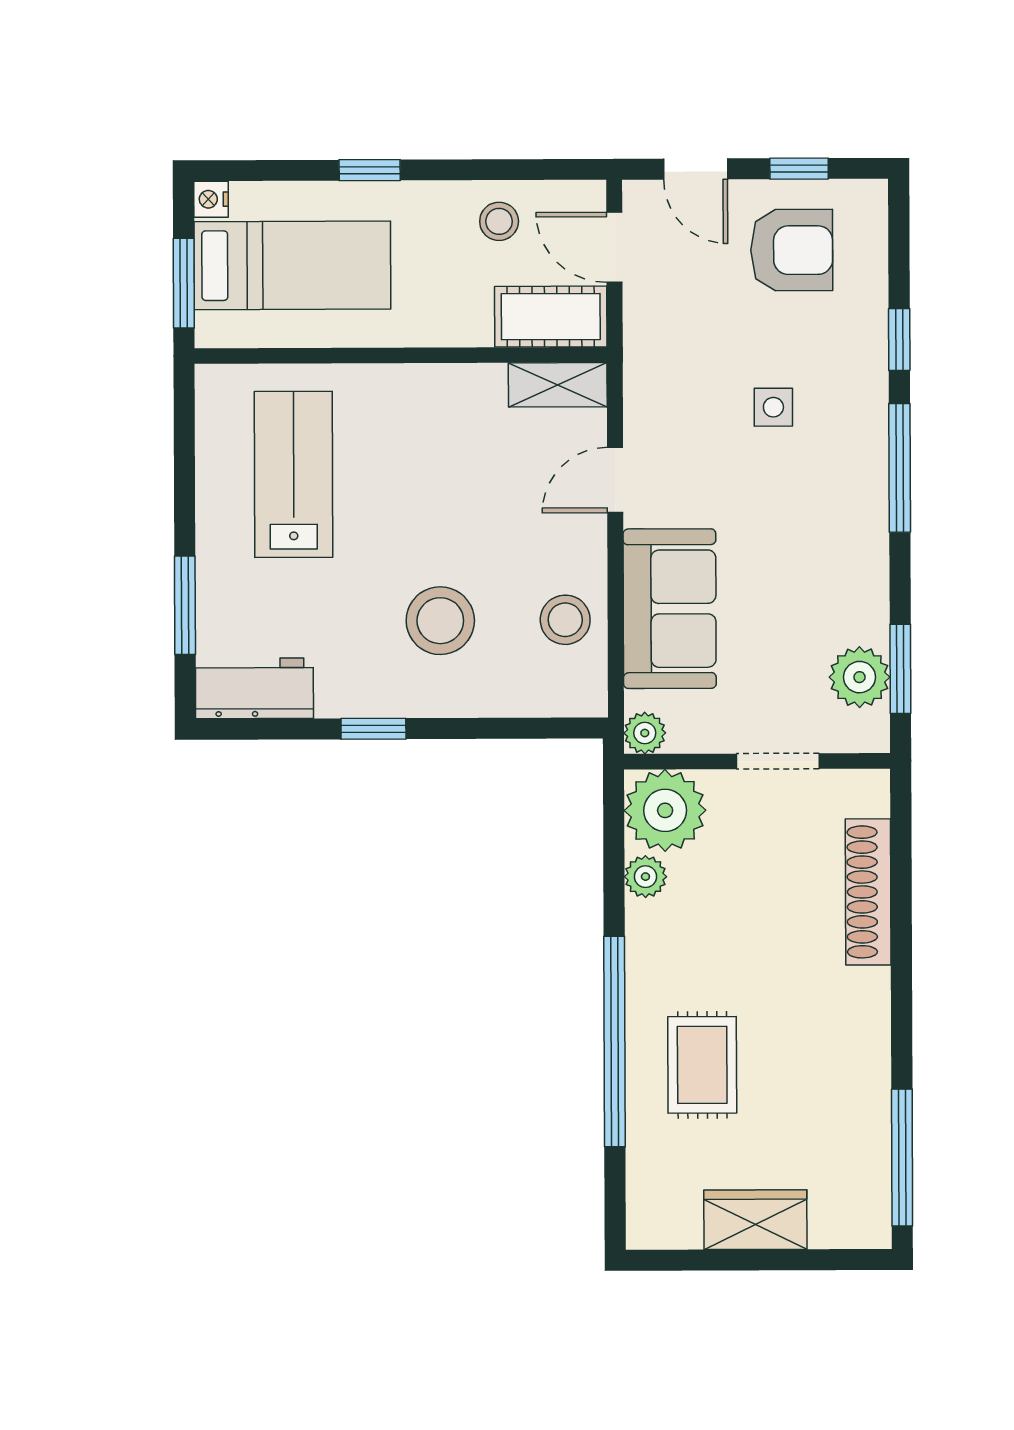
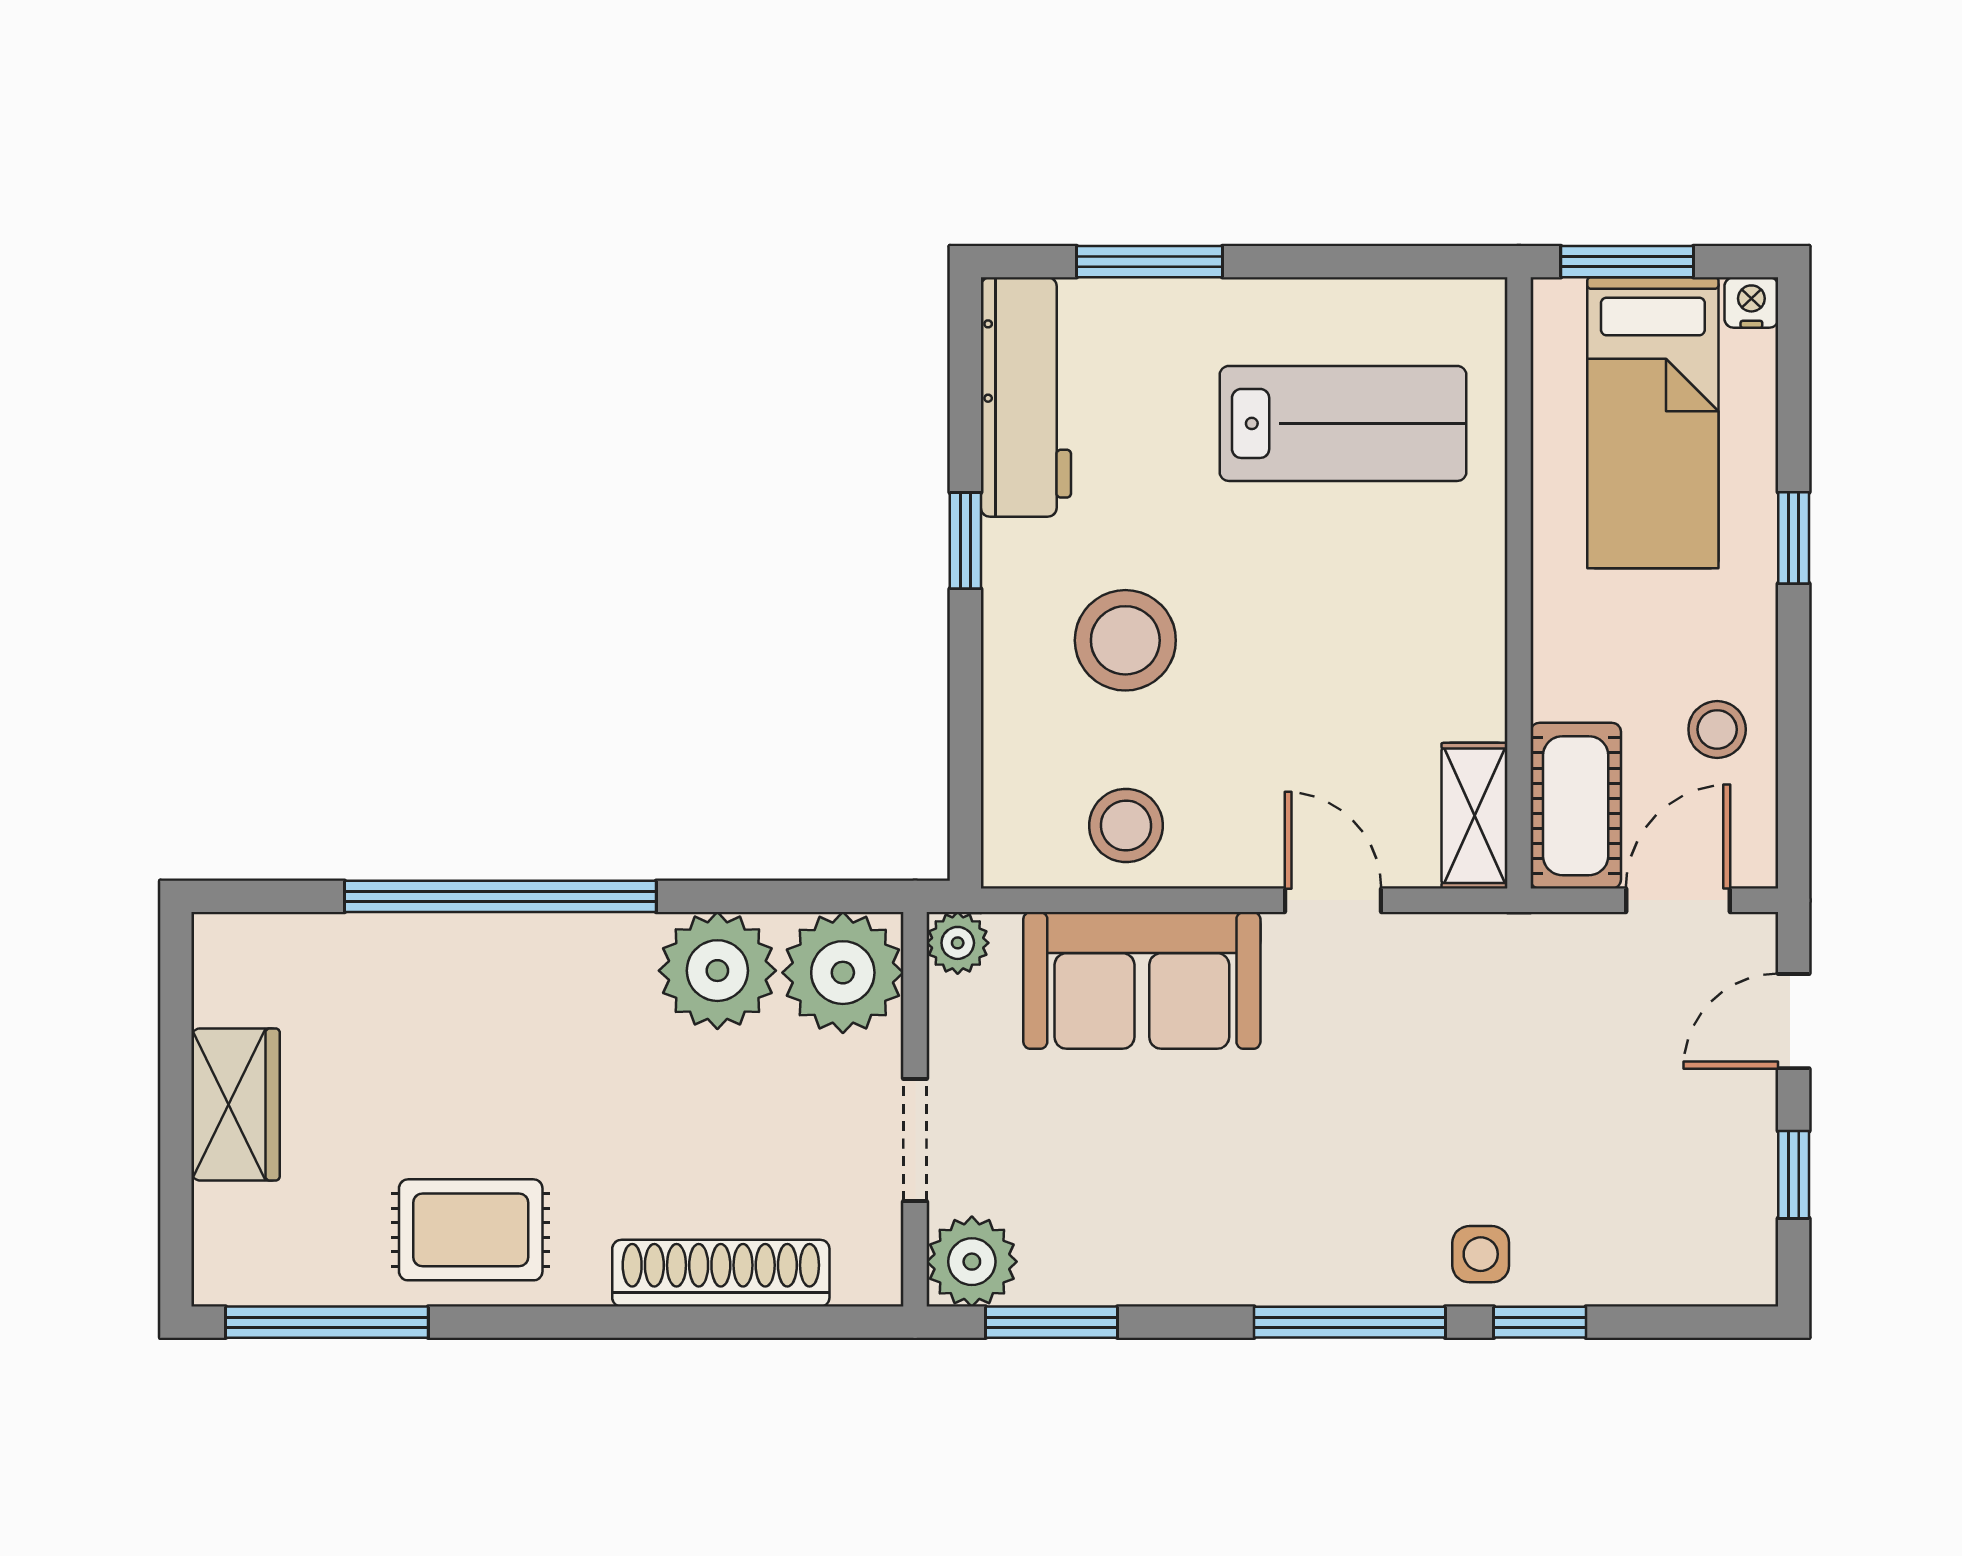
armchair: (792, 250) -> (1673, 1163), removed
side table: (773, 407) -> (1481, 1254), moved
plant: (860, 677) -> (972, 1262), moved
workbench: (254, 688) -> (1026, 397), width x1.38
plant: (645, 877) -> (717, 971), width x1.88, depth x1.88
rug: (702, 1065) -> (471, 1230), moved

